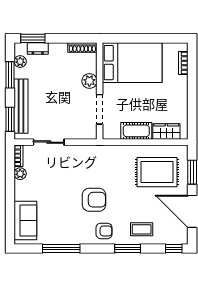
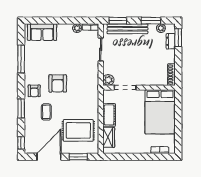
plant: (89, 81) -> (108, 80), moved
rug: (157, 172) -> (78, 130), turned 90
coffee table: (142, 229) -> (46, 112), moved

